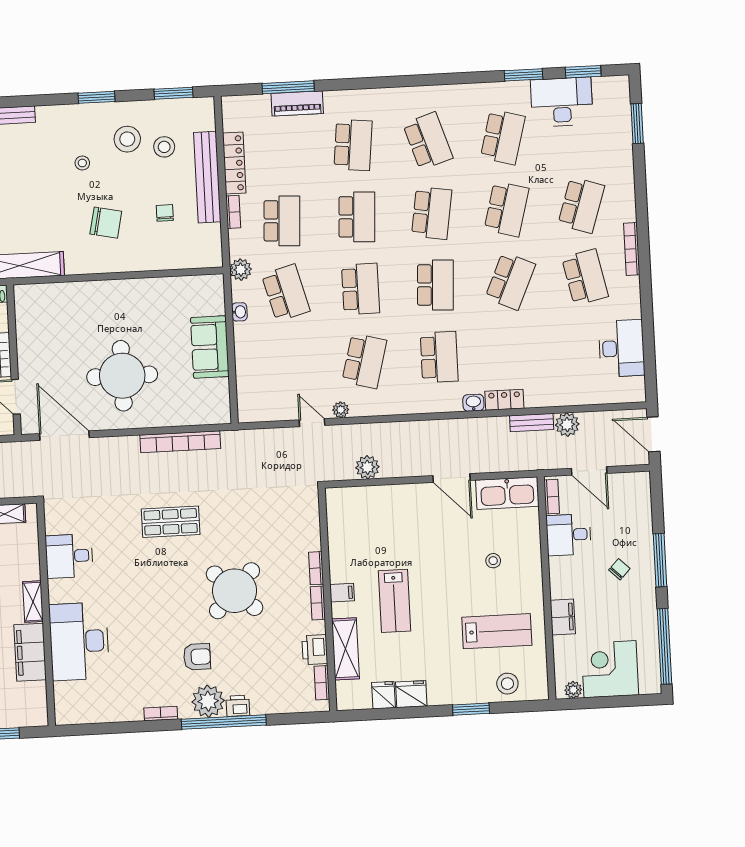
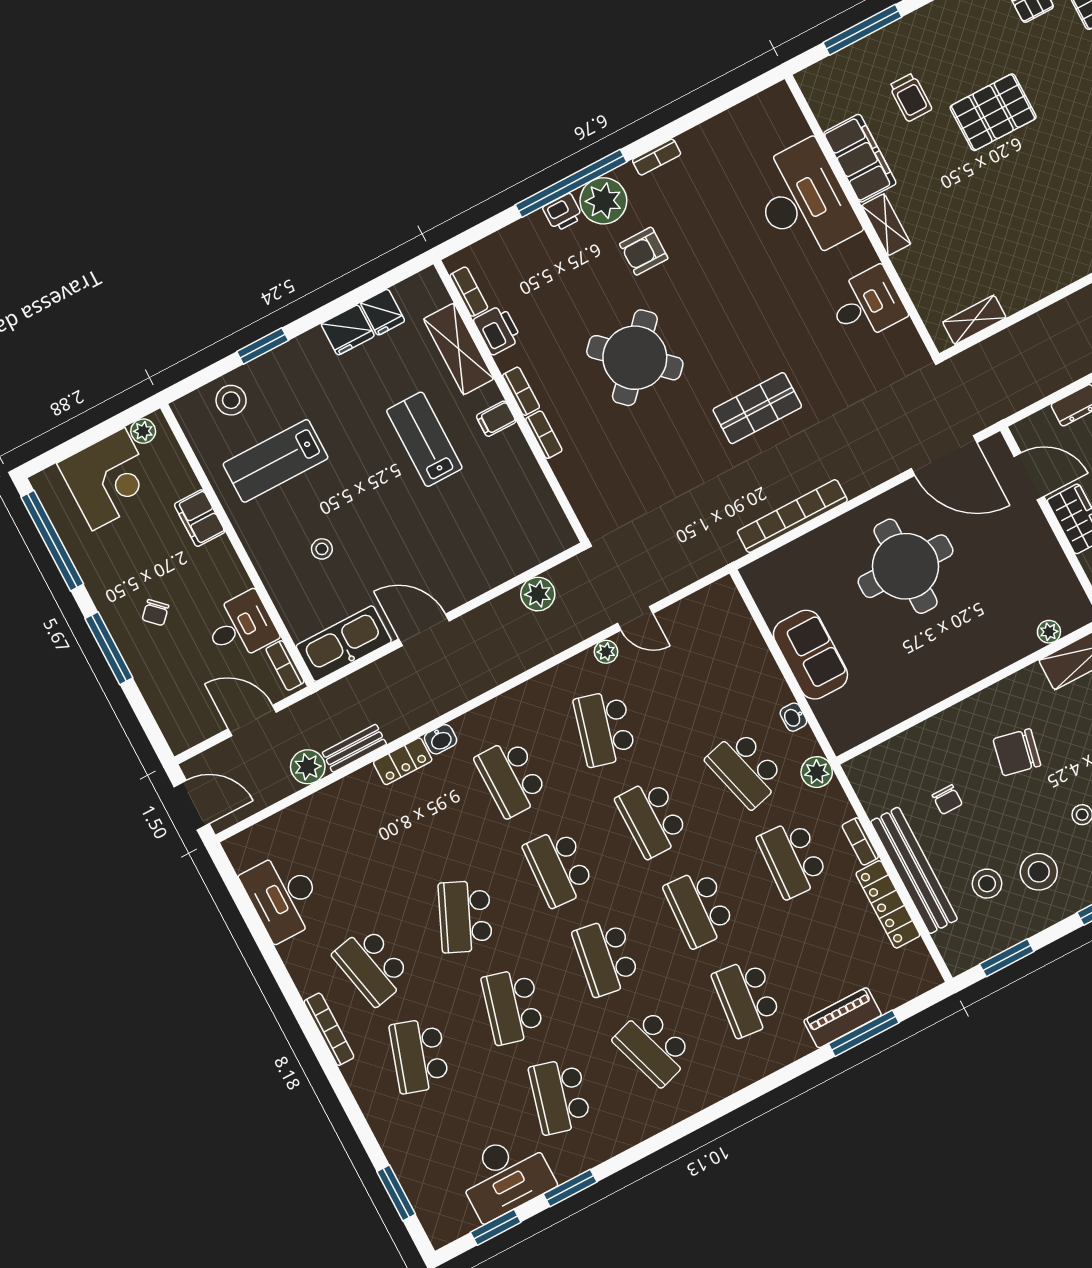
plant: (49, 291) -> (1049, 632), added

